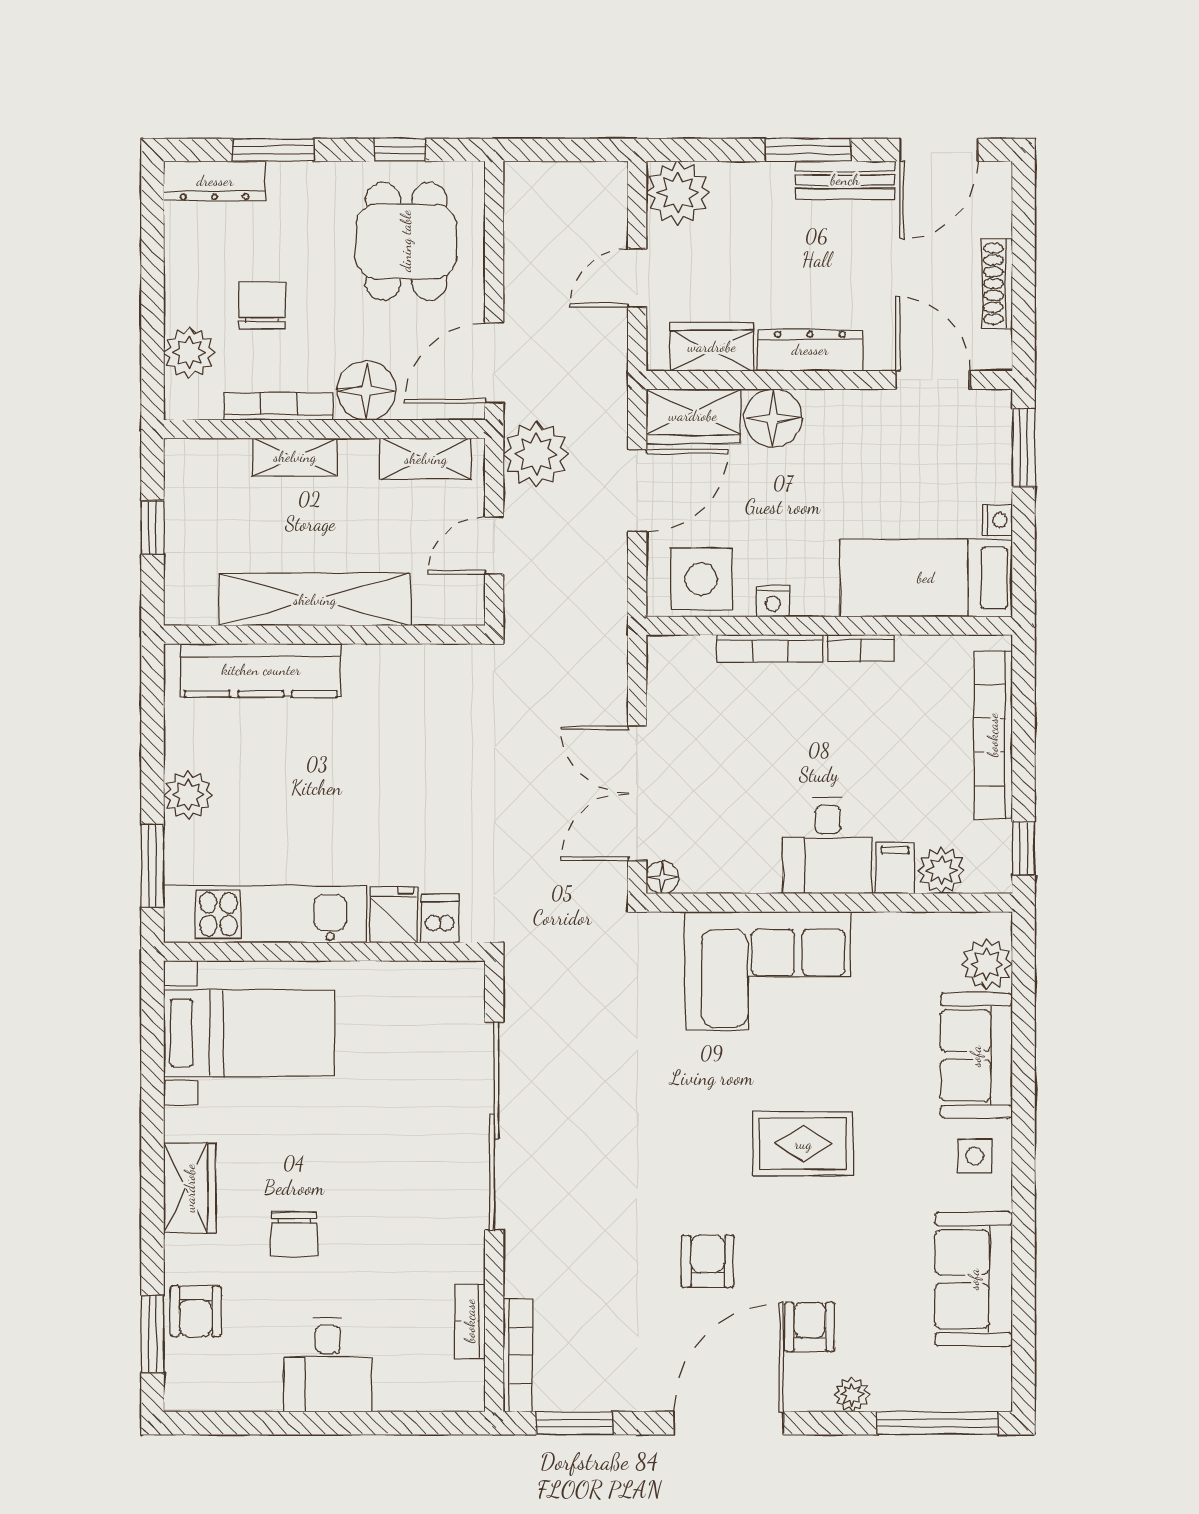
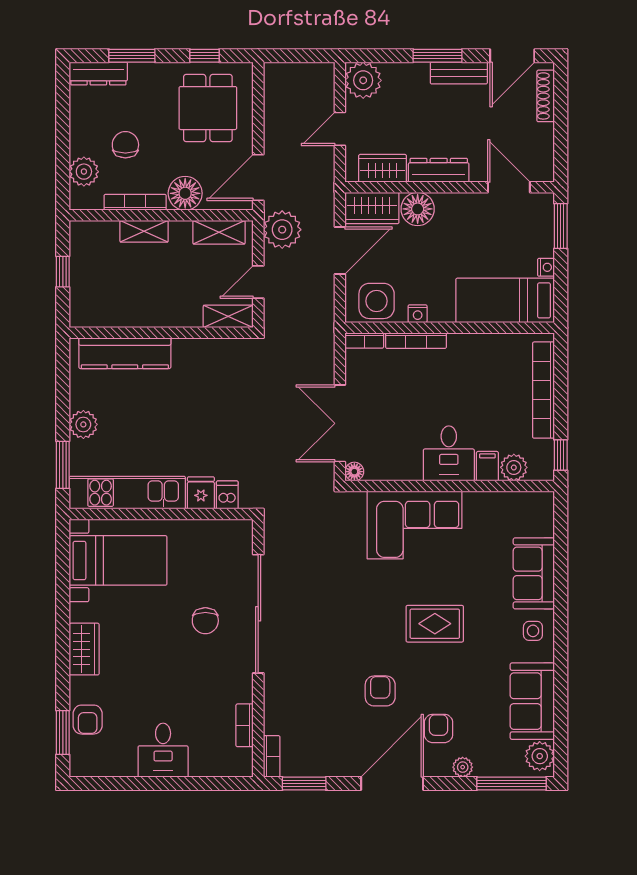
shoe rack: (997, 284) -> (546, 96), moved
shelving: (315, 600) -> (228, 316), moved, width x0.45, depth x0.75
bookcase: (861, 648) -> (364, 340), moved
plant: (987, 964) -> (540, 756), moved
chair: (294, 1234) -> (205, 621), moved
bookcase: (518, 1355) -> (272, 756), width x0.64

